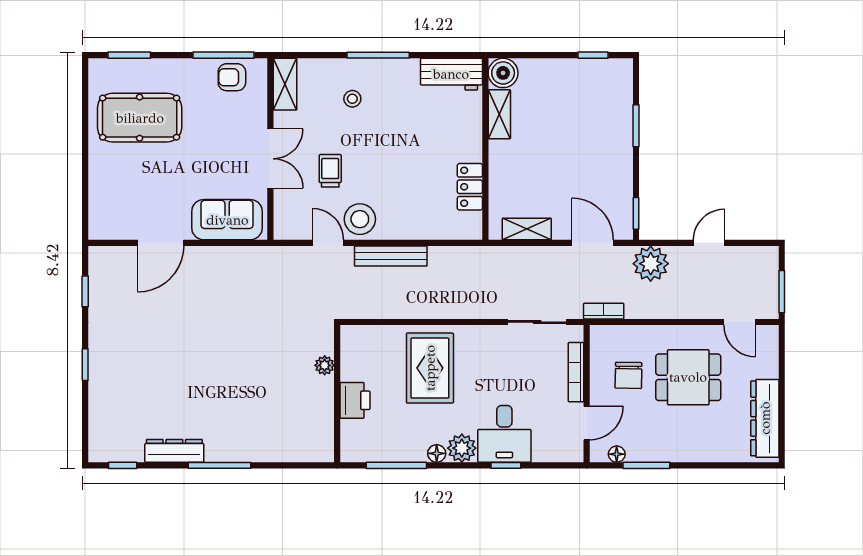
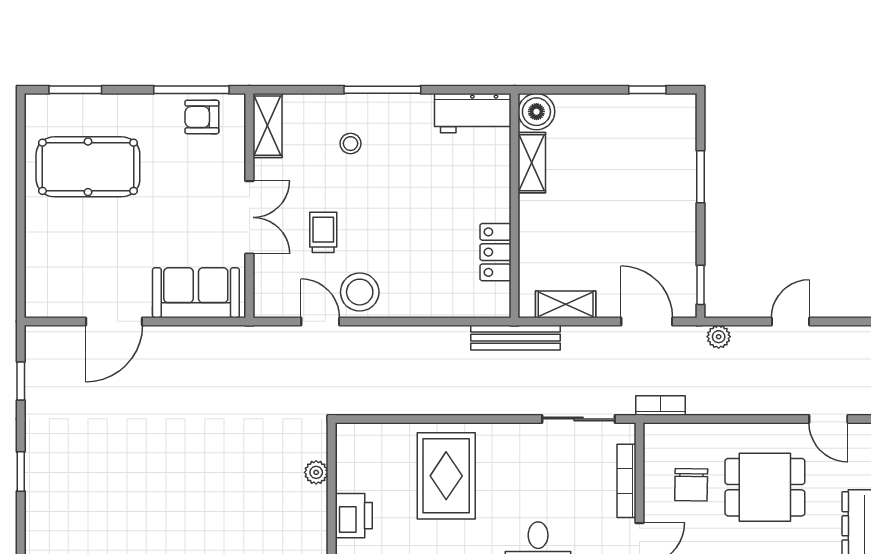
bench: (391, 256) -> (515, 338), moved
plant: (651, 264) -> (719, 337), width x0.53, depth x0.53

